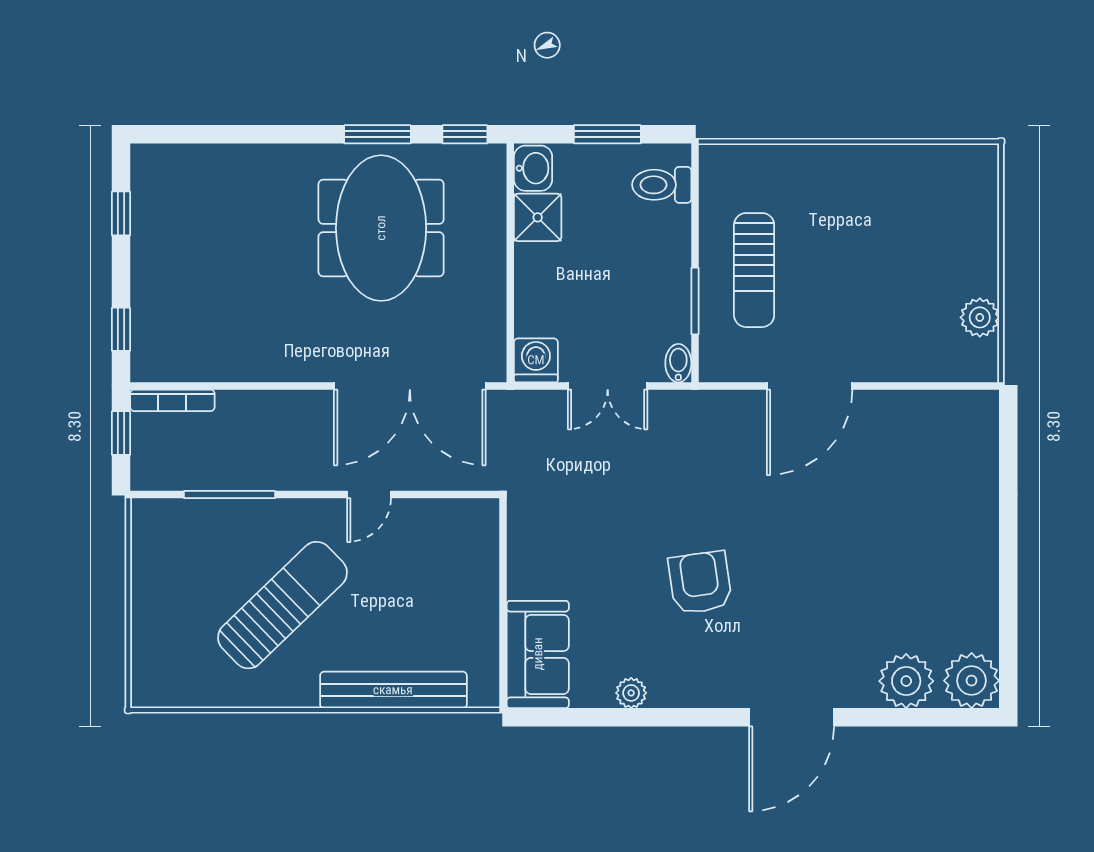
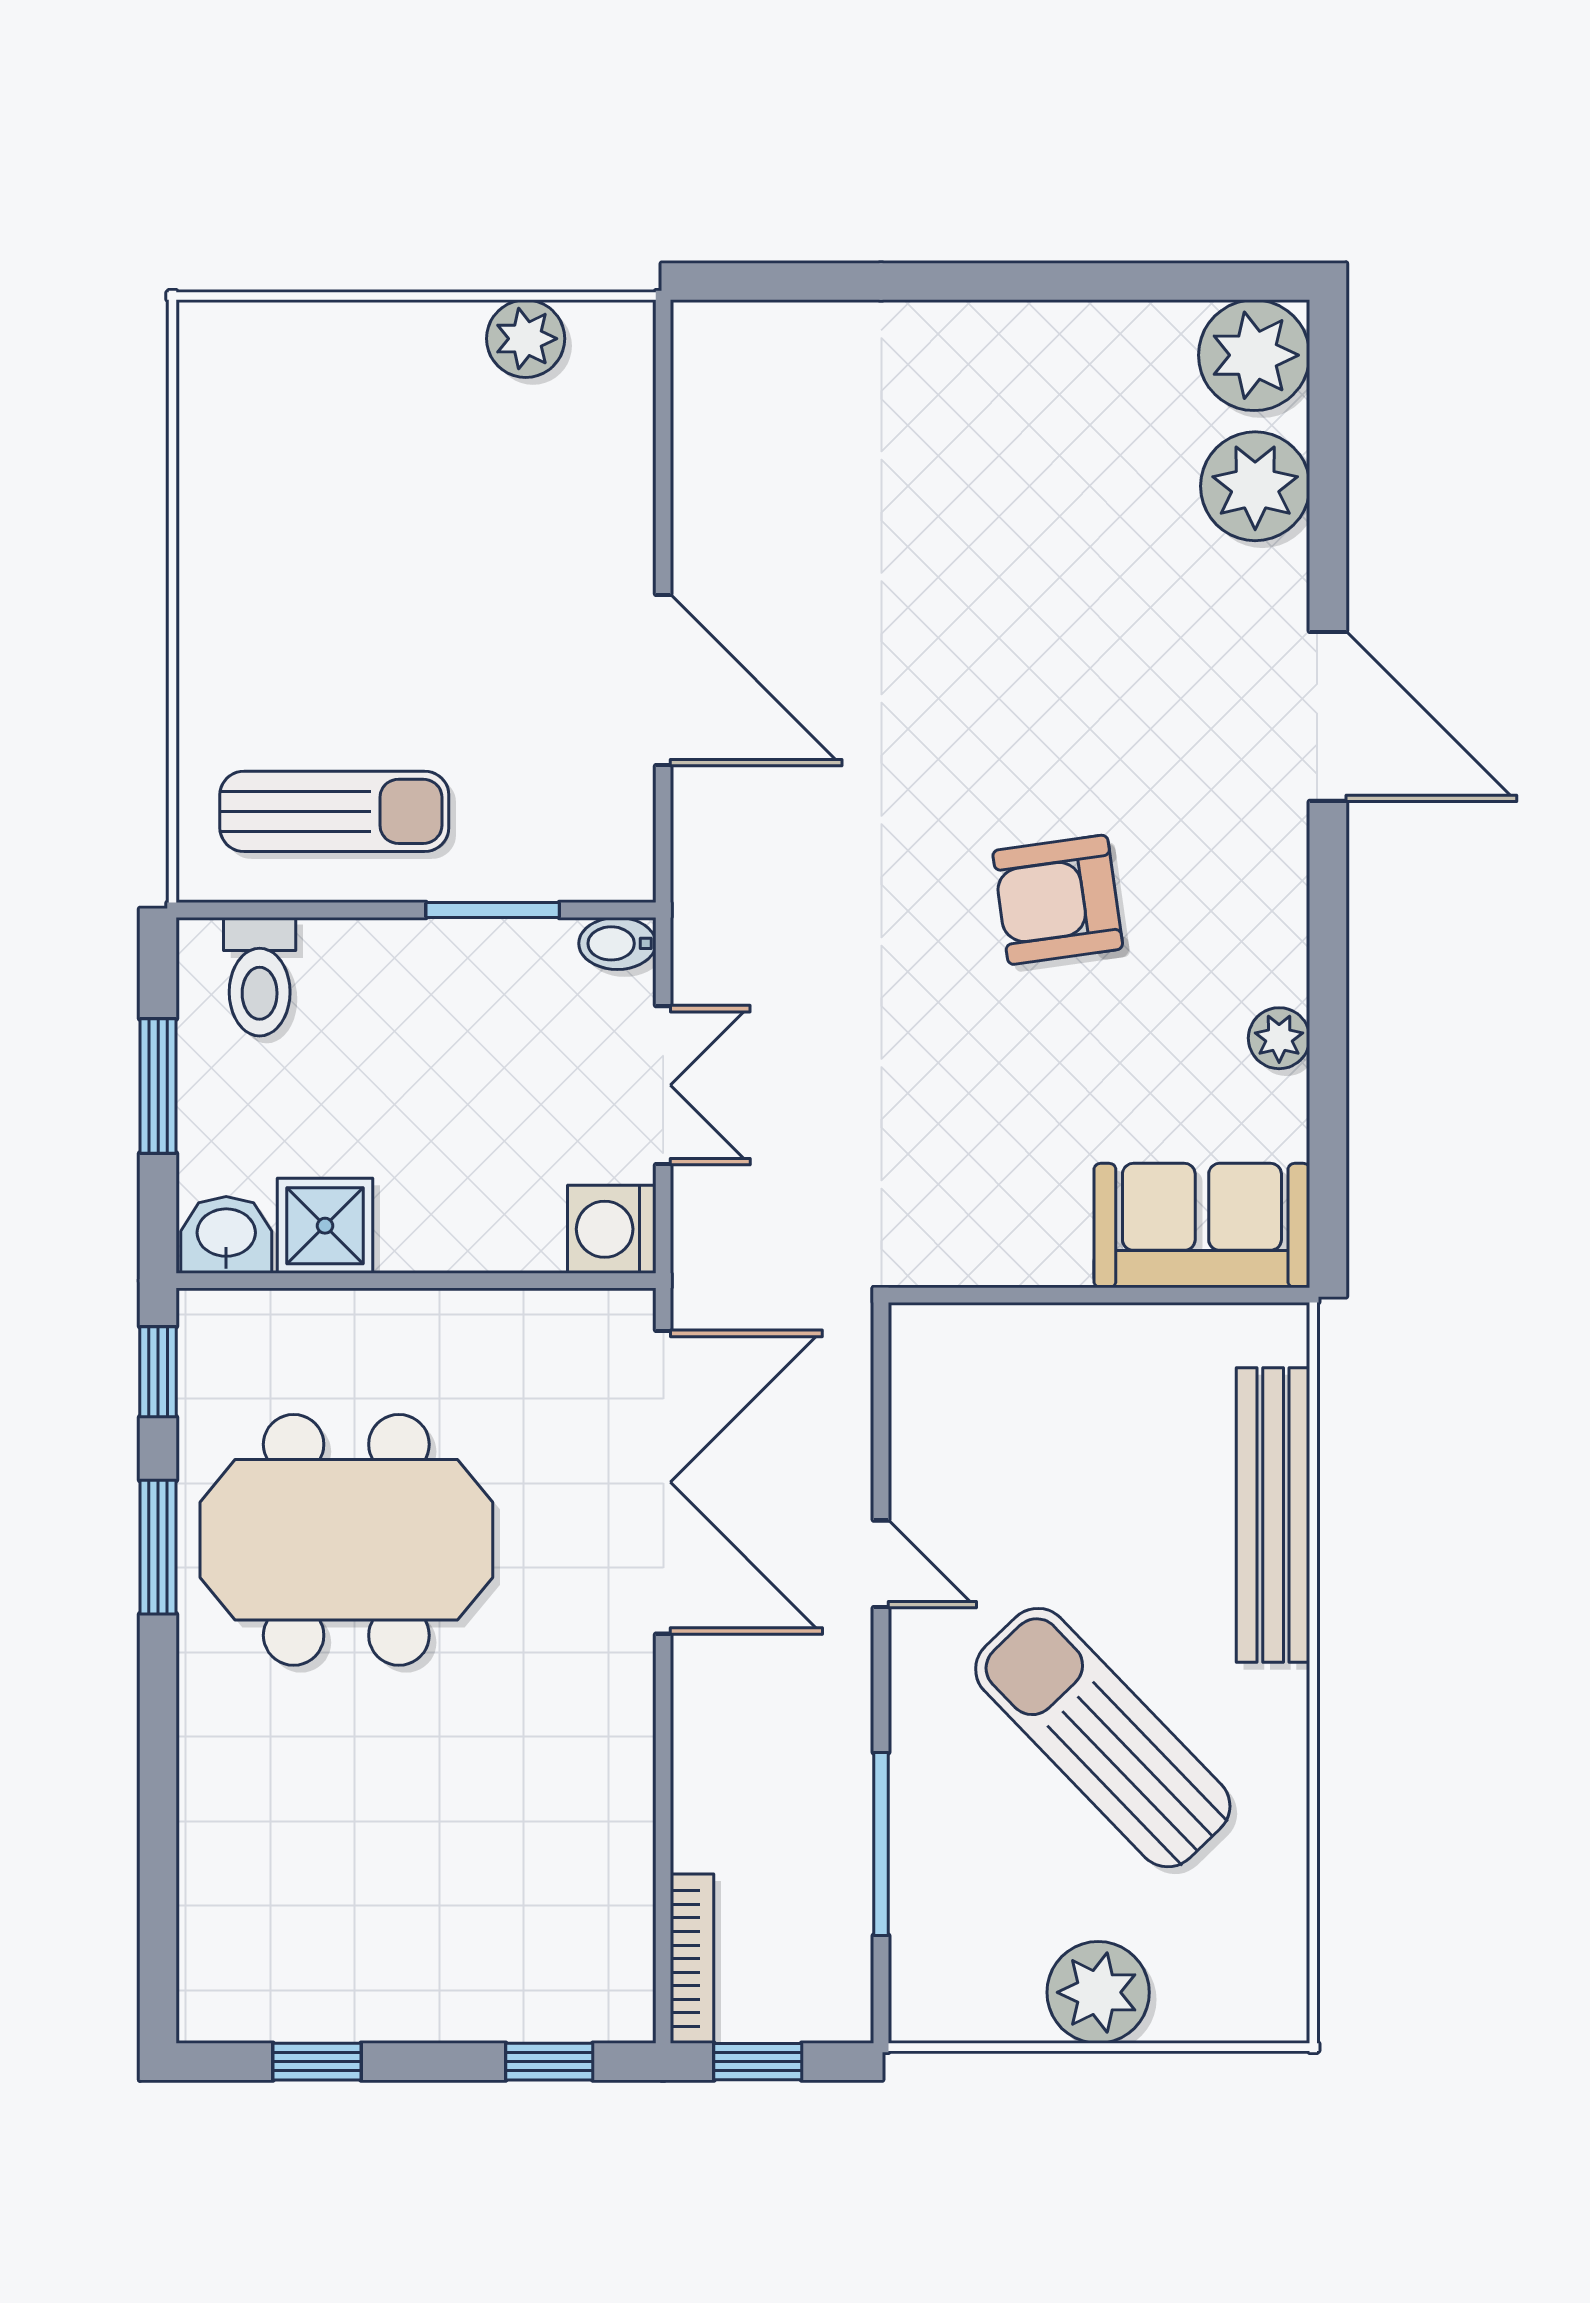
sun lounger: (754, 270) -> (334, 811), moved
plant: (155, 603) -> (1098, 1992), added

